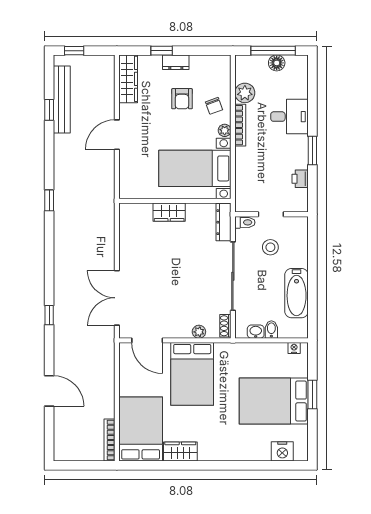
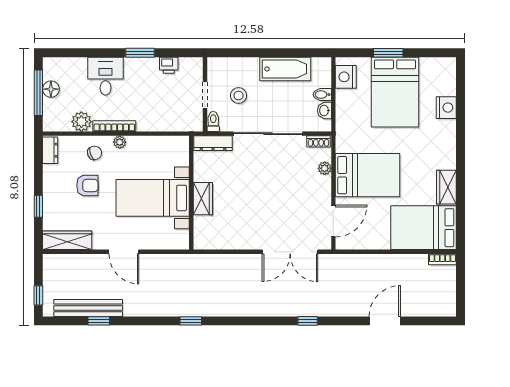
dresser: (176, 62) -> (50, 150), moved
bed with nightstands: (195, 168) -> (153, 198), moved, turned 90
nightstand: (294, 348) -> (346, 77), width x1.89, depth x1.79
bookcase: (109, 440) -> (442, 259), width x0.64
nightstand: (282, 451) -> (446, 108), moved

